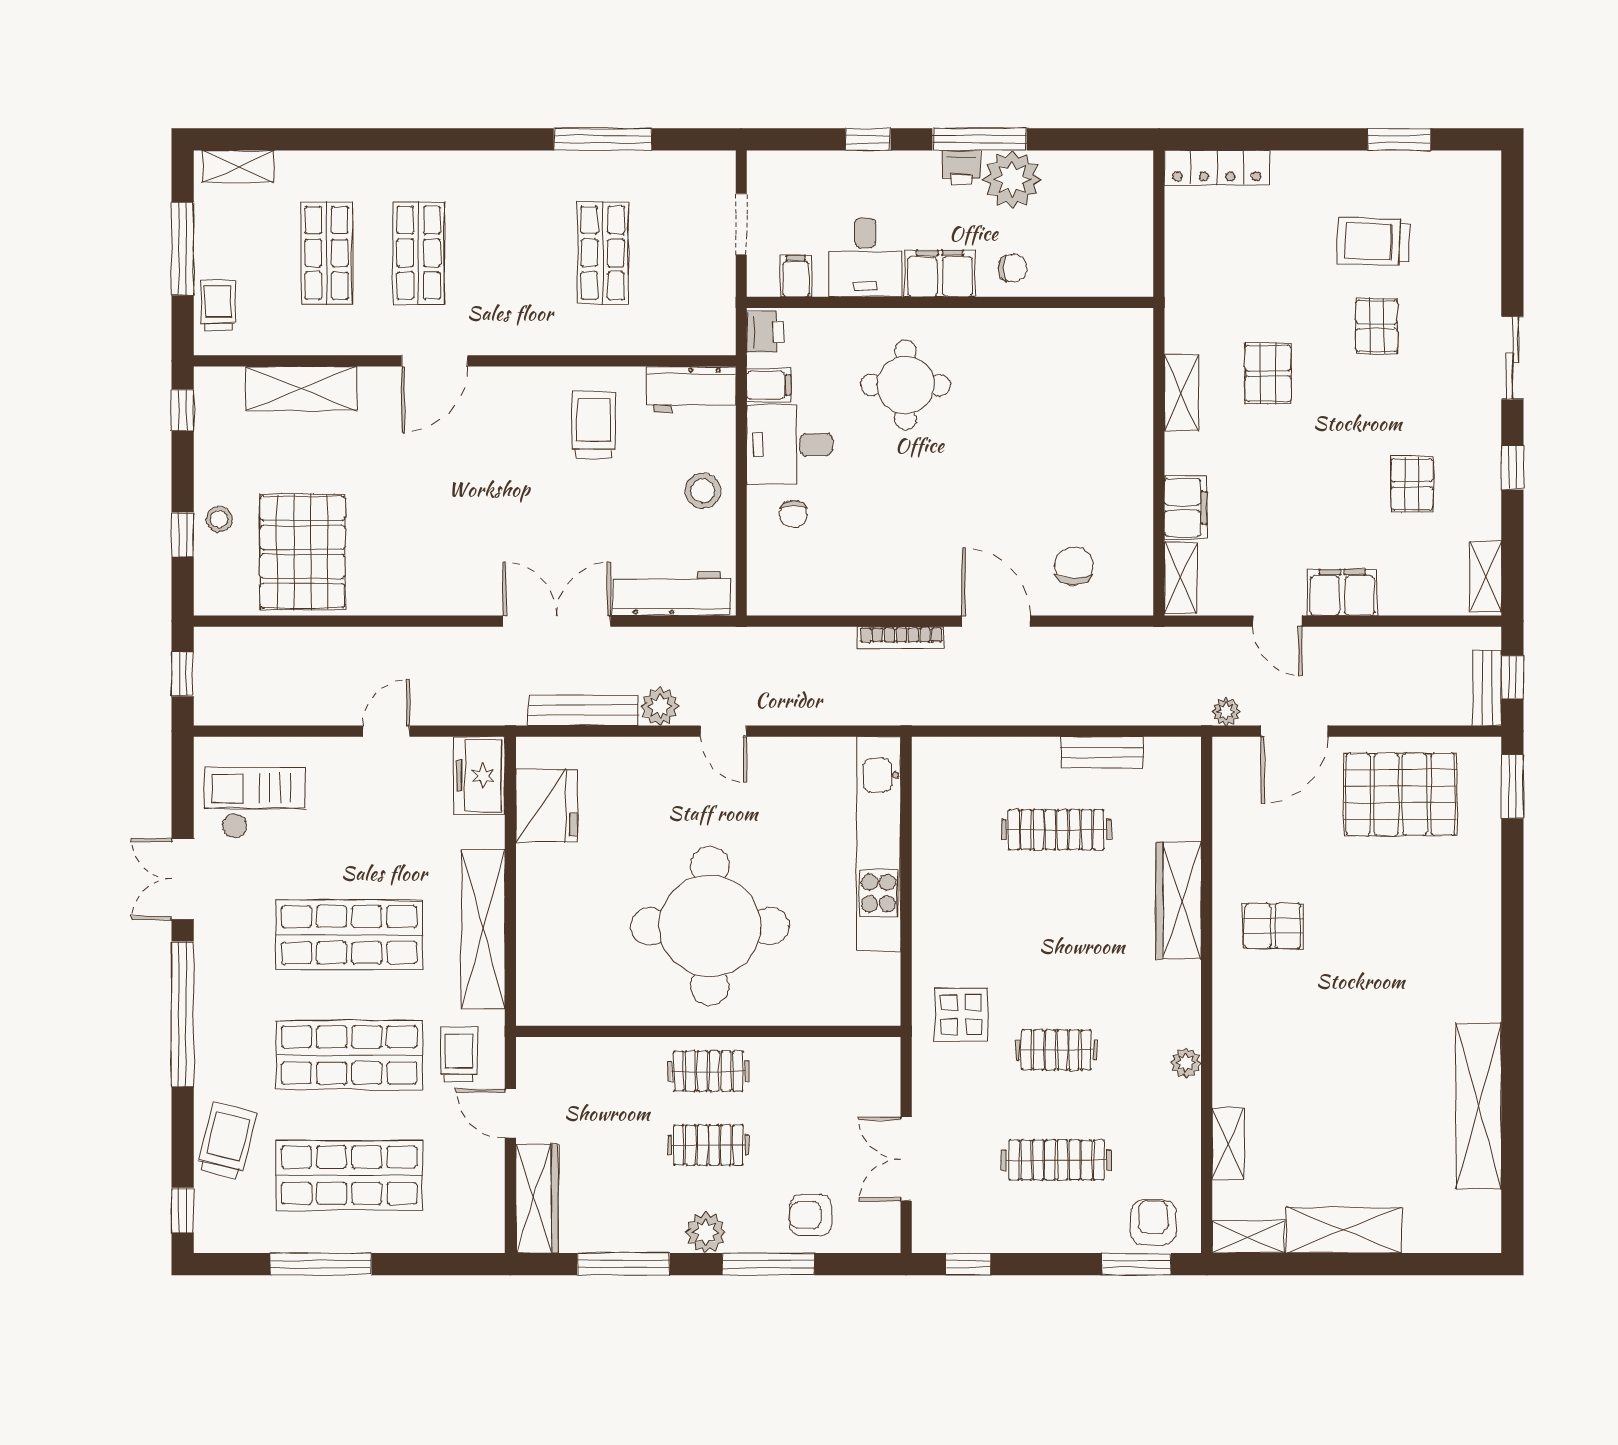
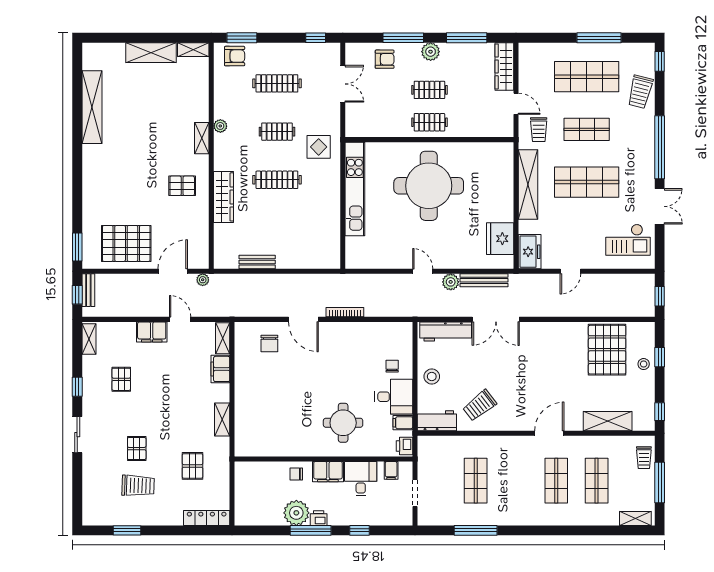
pallet: (1268, 373) -> (193, 466), moved
trolley: (594, 425) -> (480, 405), turned 52
clothes rail: (1056, 830) -> (277, 180), moved
kitchen unit: (878, 844) -> (355, 189), moved
shop shelf: (349, 1055) -> (587, 129), width x0.70, depth x0.74
shelving: (1228, 1144) -> (202, 138), moved
armchair: (1153, 1222) -> (235, 56), turned -90

